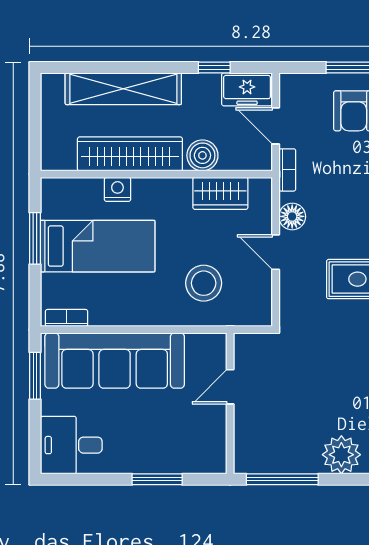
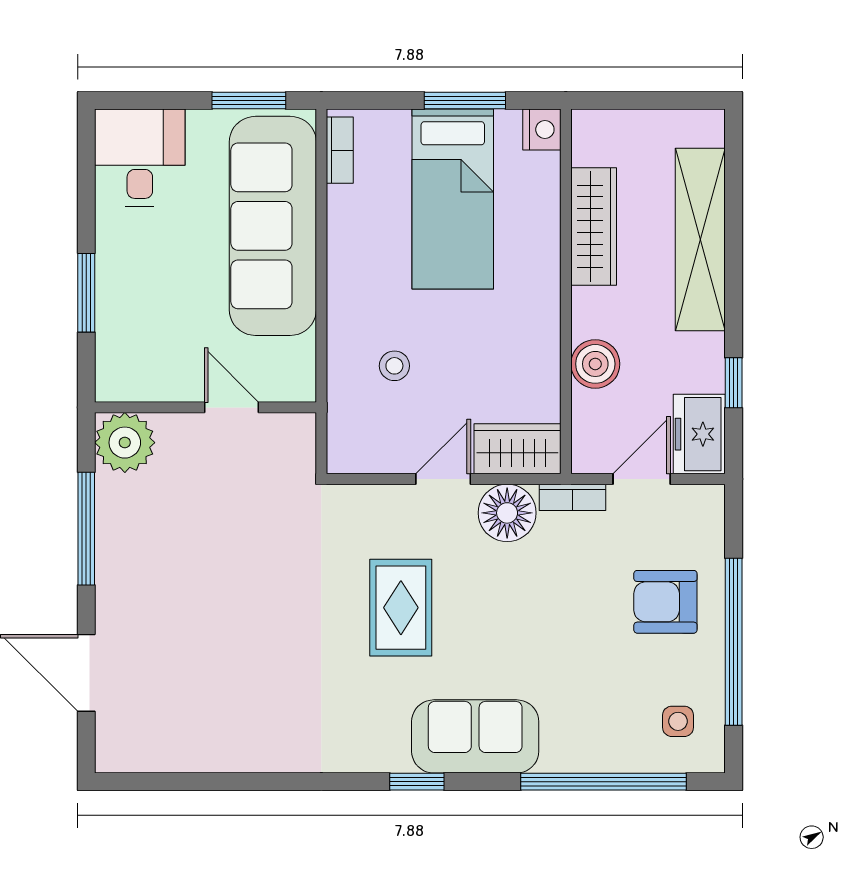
wardrobe: (130, 154) -> (594, 226), width x0.71, depth x0.85
nightstand: (117, 189) -> (542, 130), moved
wardrobe: (220, 193) -> (517, 449), moved, turned 90
floor lamp: (292, 216) -> (507, 513), width x1.38, depth x1.38
stool: (204, 283) -> (394, 366), width x0.53, depth x0.53
plant: (341, 455) -> (125, 443), moved
window: (282, 479) -> (86, 529), moved

